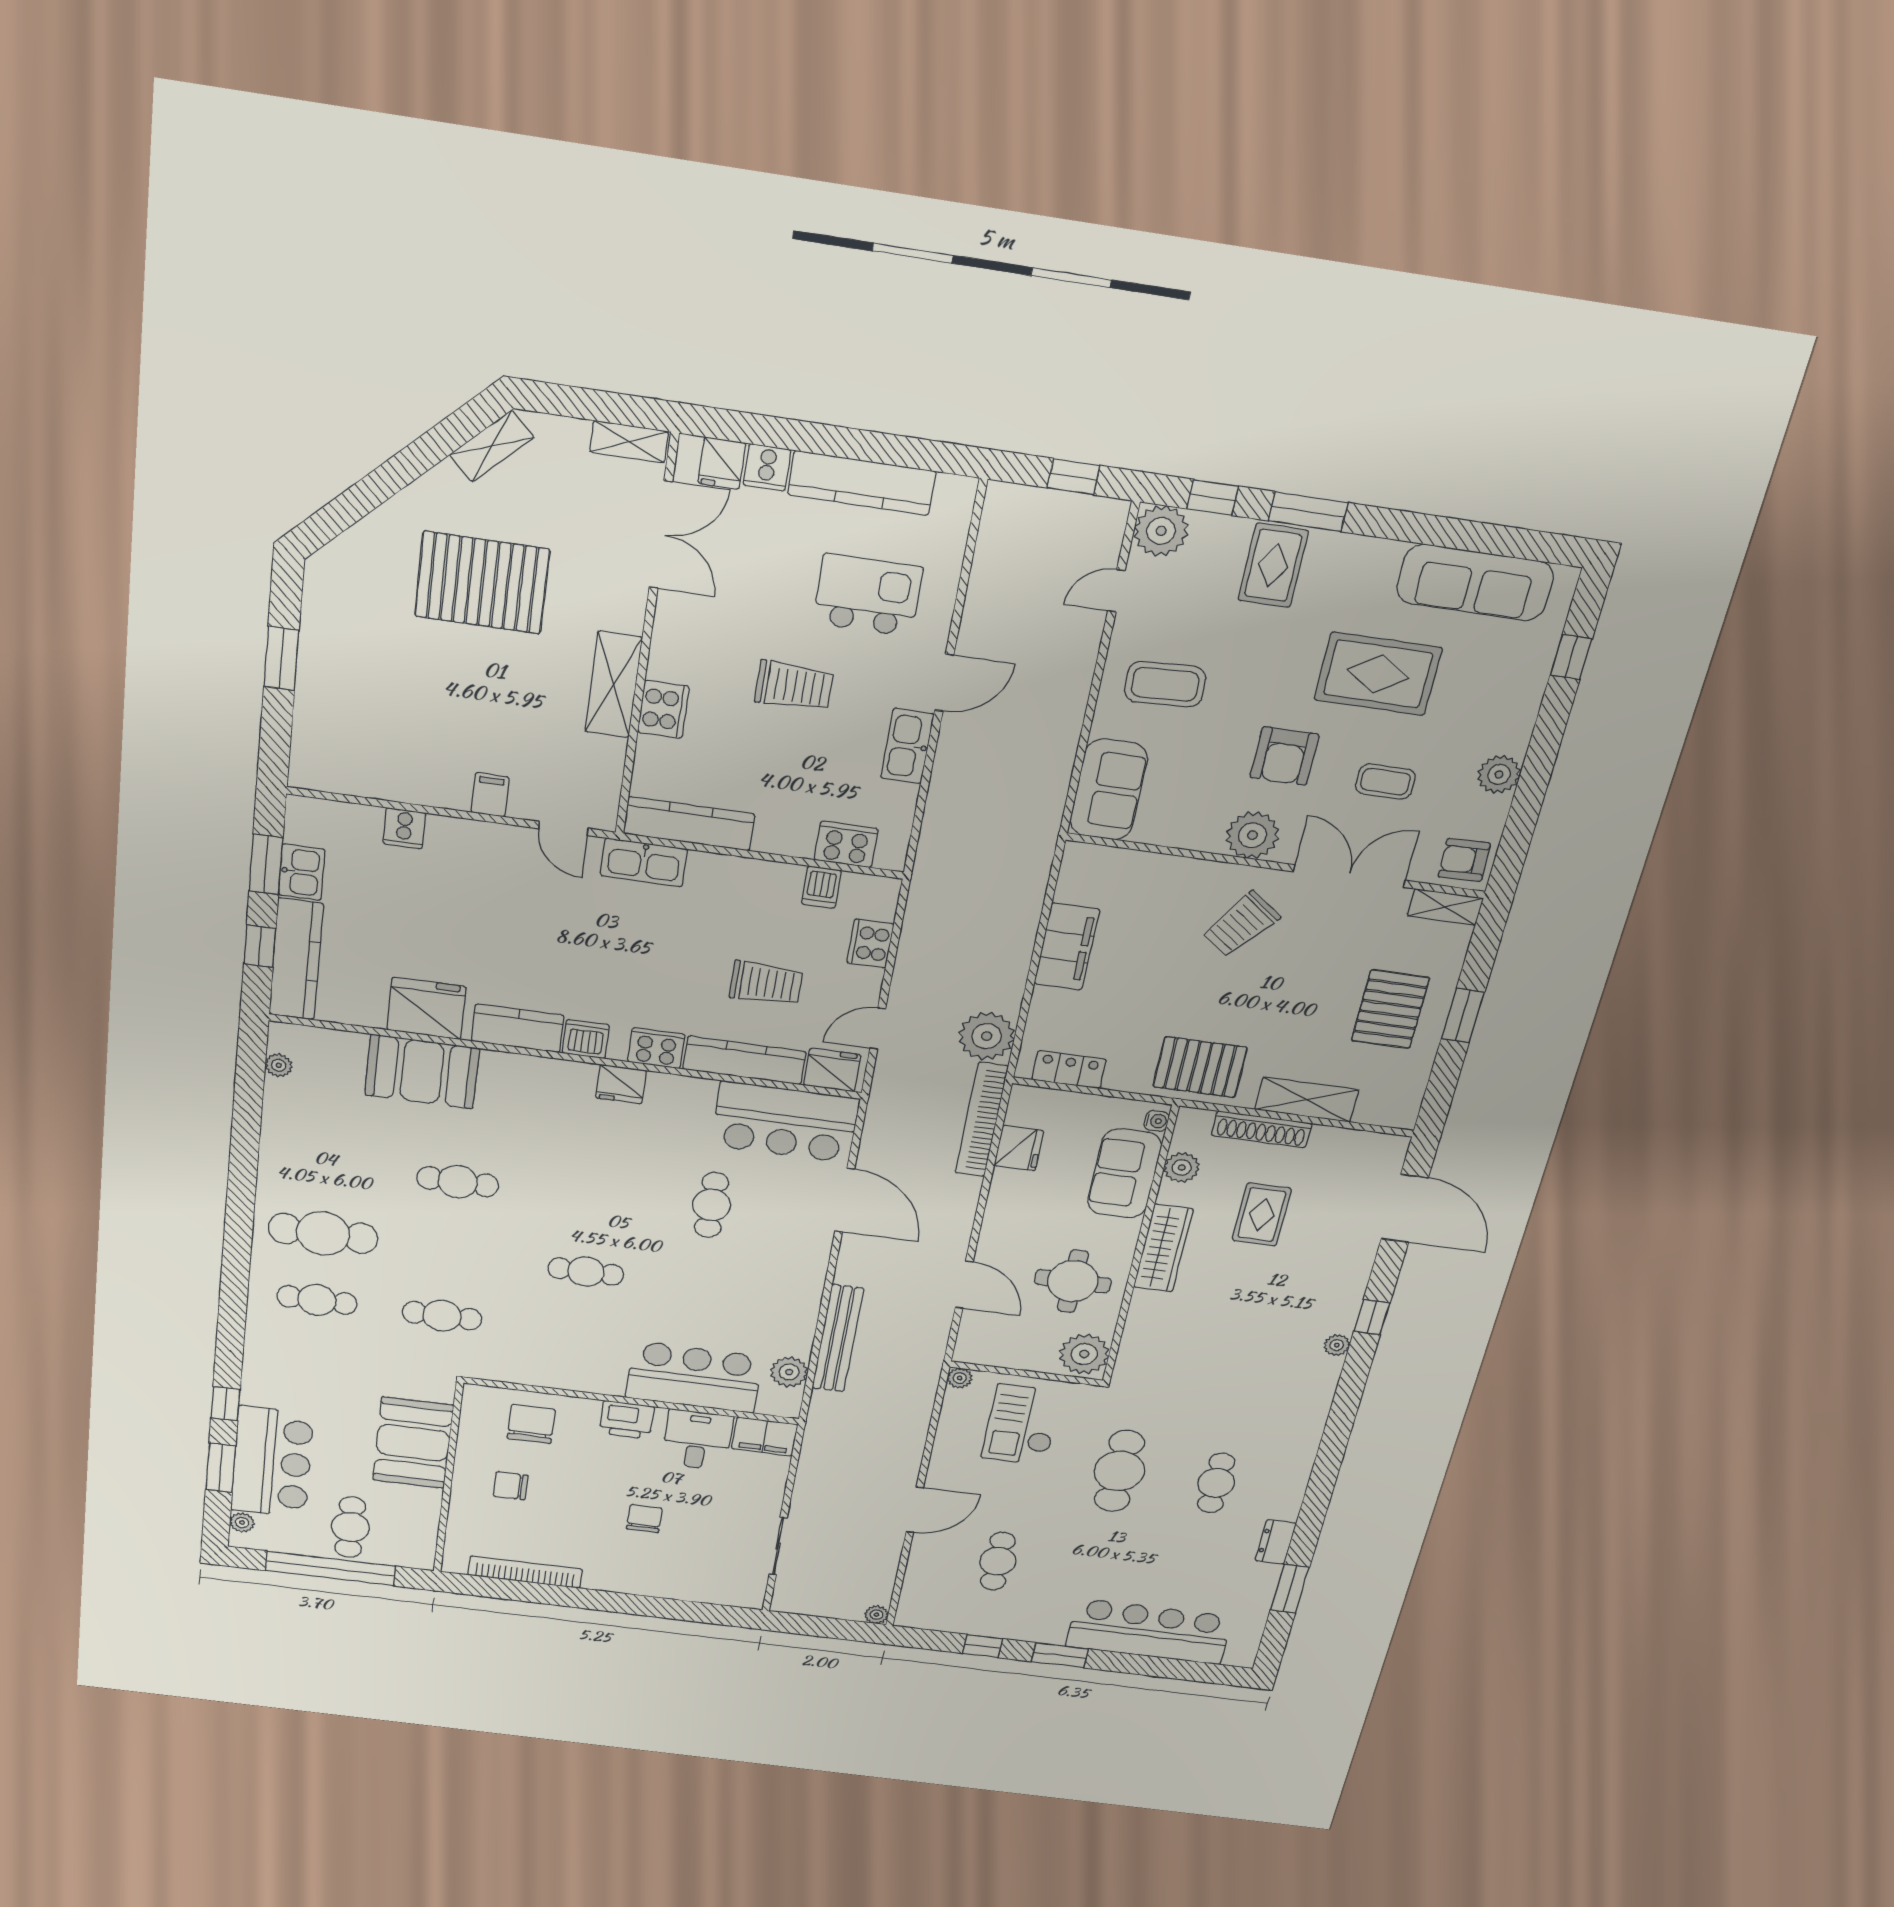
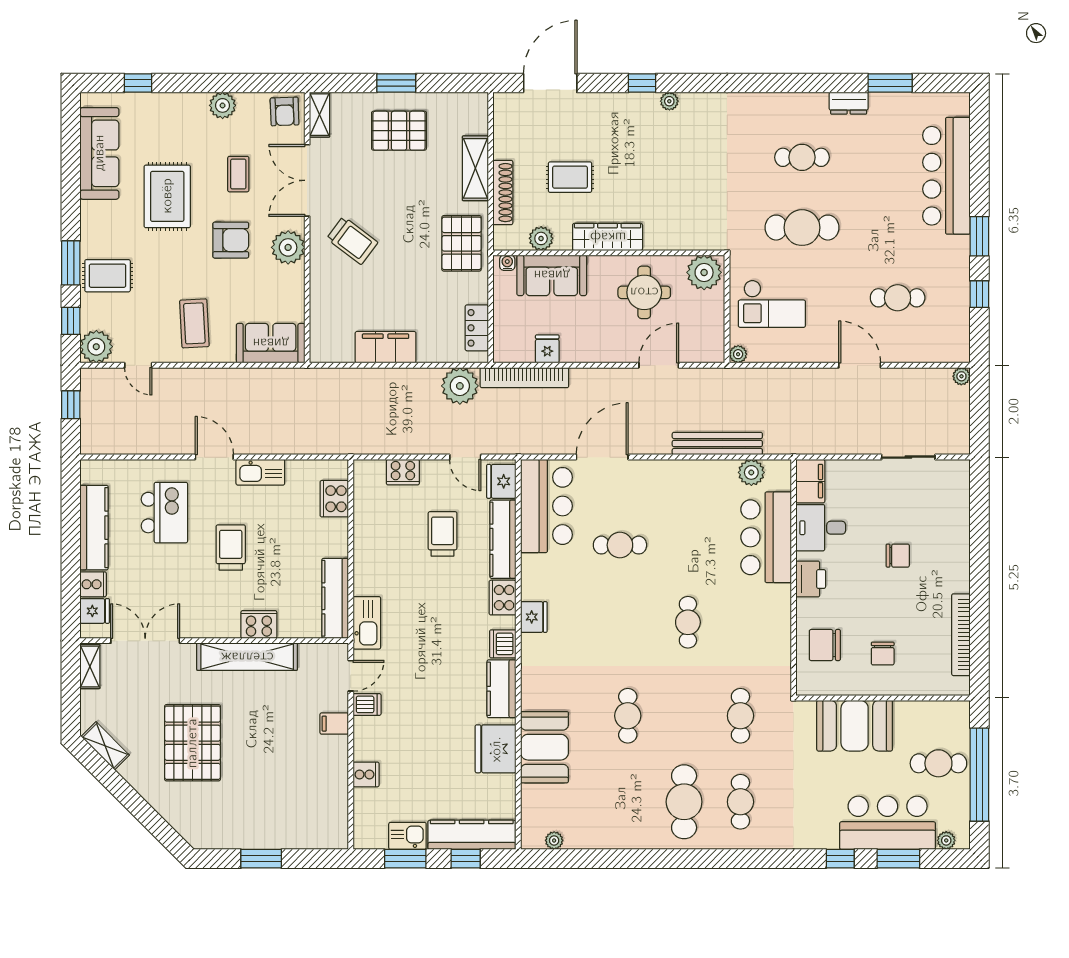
kitchen island: (868, 595) -> (164, 513), turned 180
shelving: (614, 685) -> (247, 657), width x1.47
dishwasher: (821, 887) -> (367, 704), moved
fridge: (1019, 1148) -> (547, 349), width x0.72
chair: (644, 1519) -> (898, 556), turned 180

